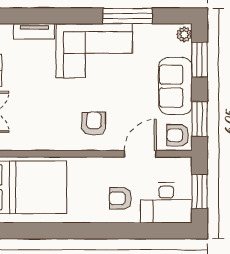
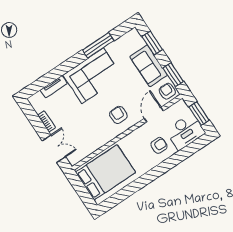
plant: (184, 34) -> (135, 35), removed
armchair: (178, 135) -> (167, 91), turned 90
armchair: (120, 198) -> (159, 145), turned 180

